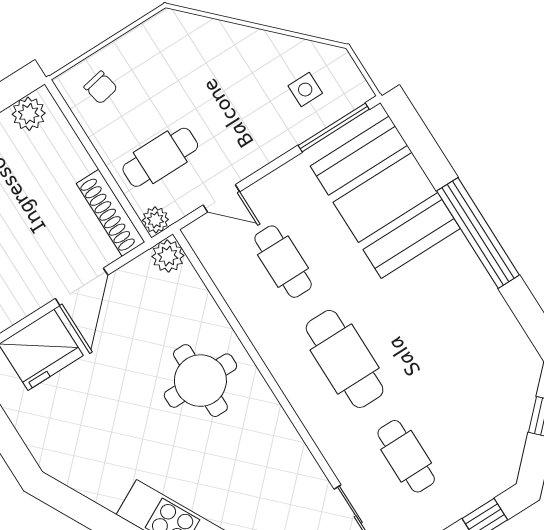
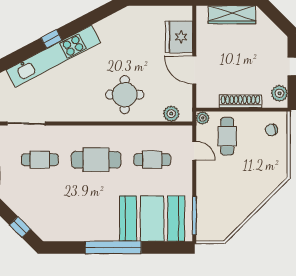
side table: (305, 90) -> (217, 214), removed
door: (221, 198) -> (194, 151), swing flipped
shoe rack: (111, 213) -> (240, 101), moved
plant: (168, 256) -> (171, 114), moved

